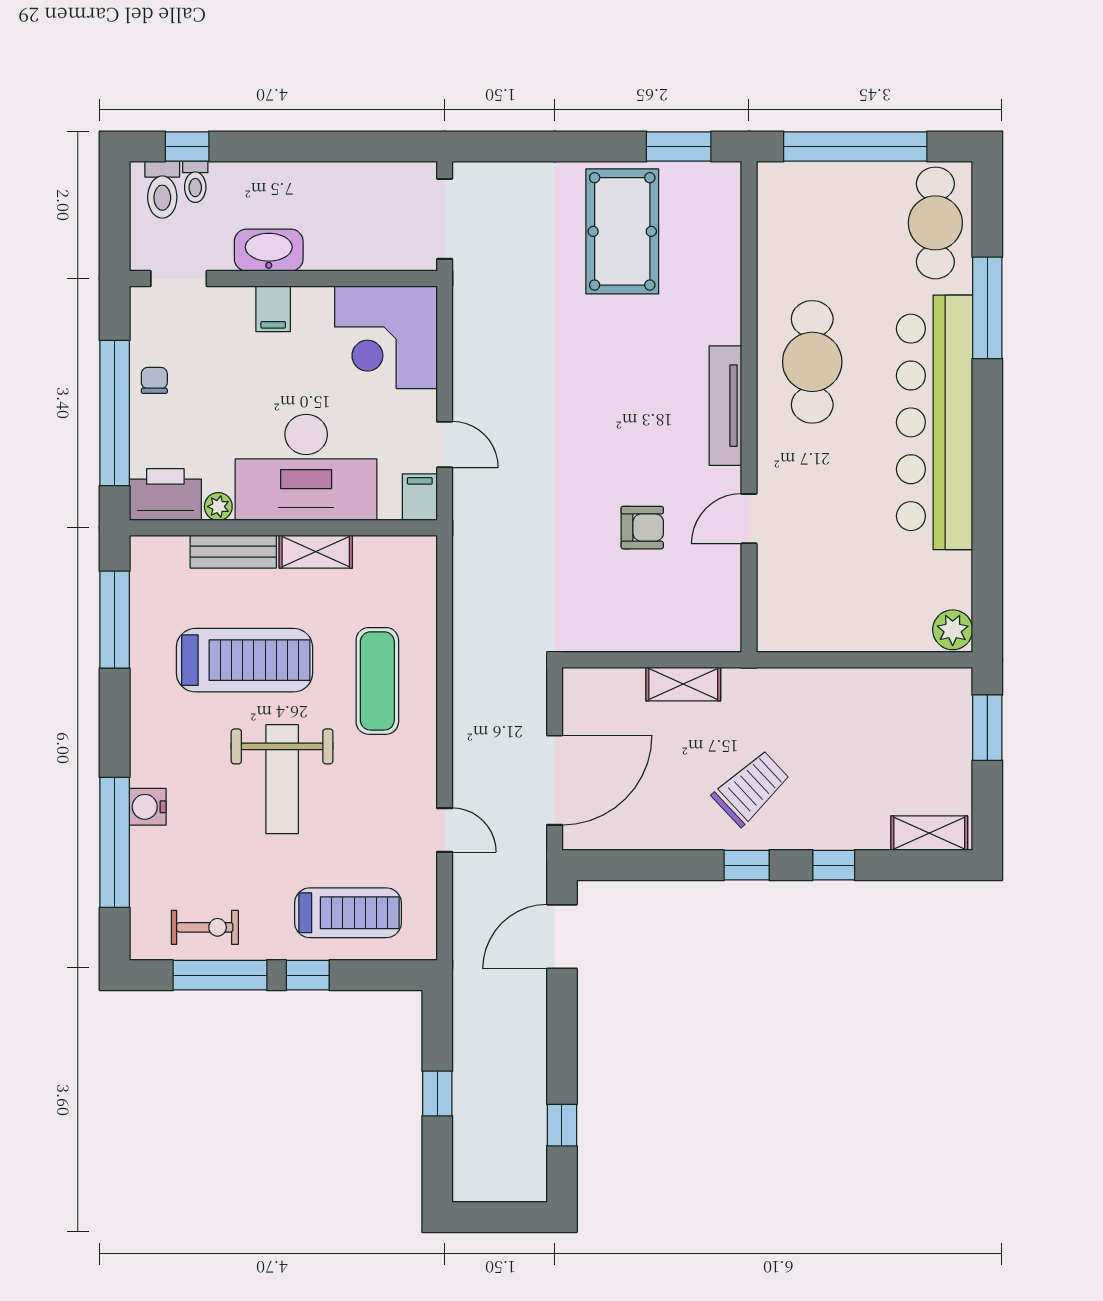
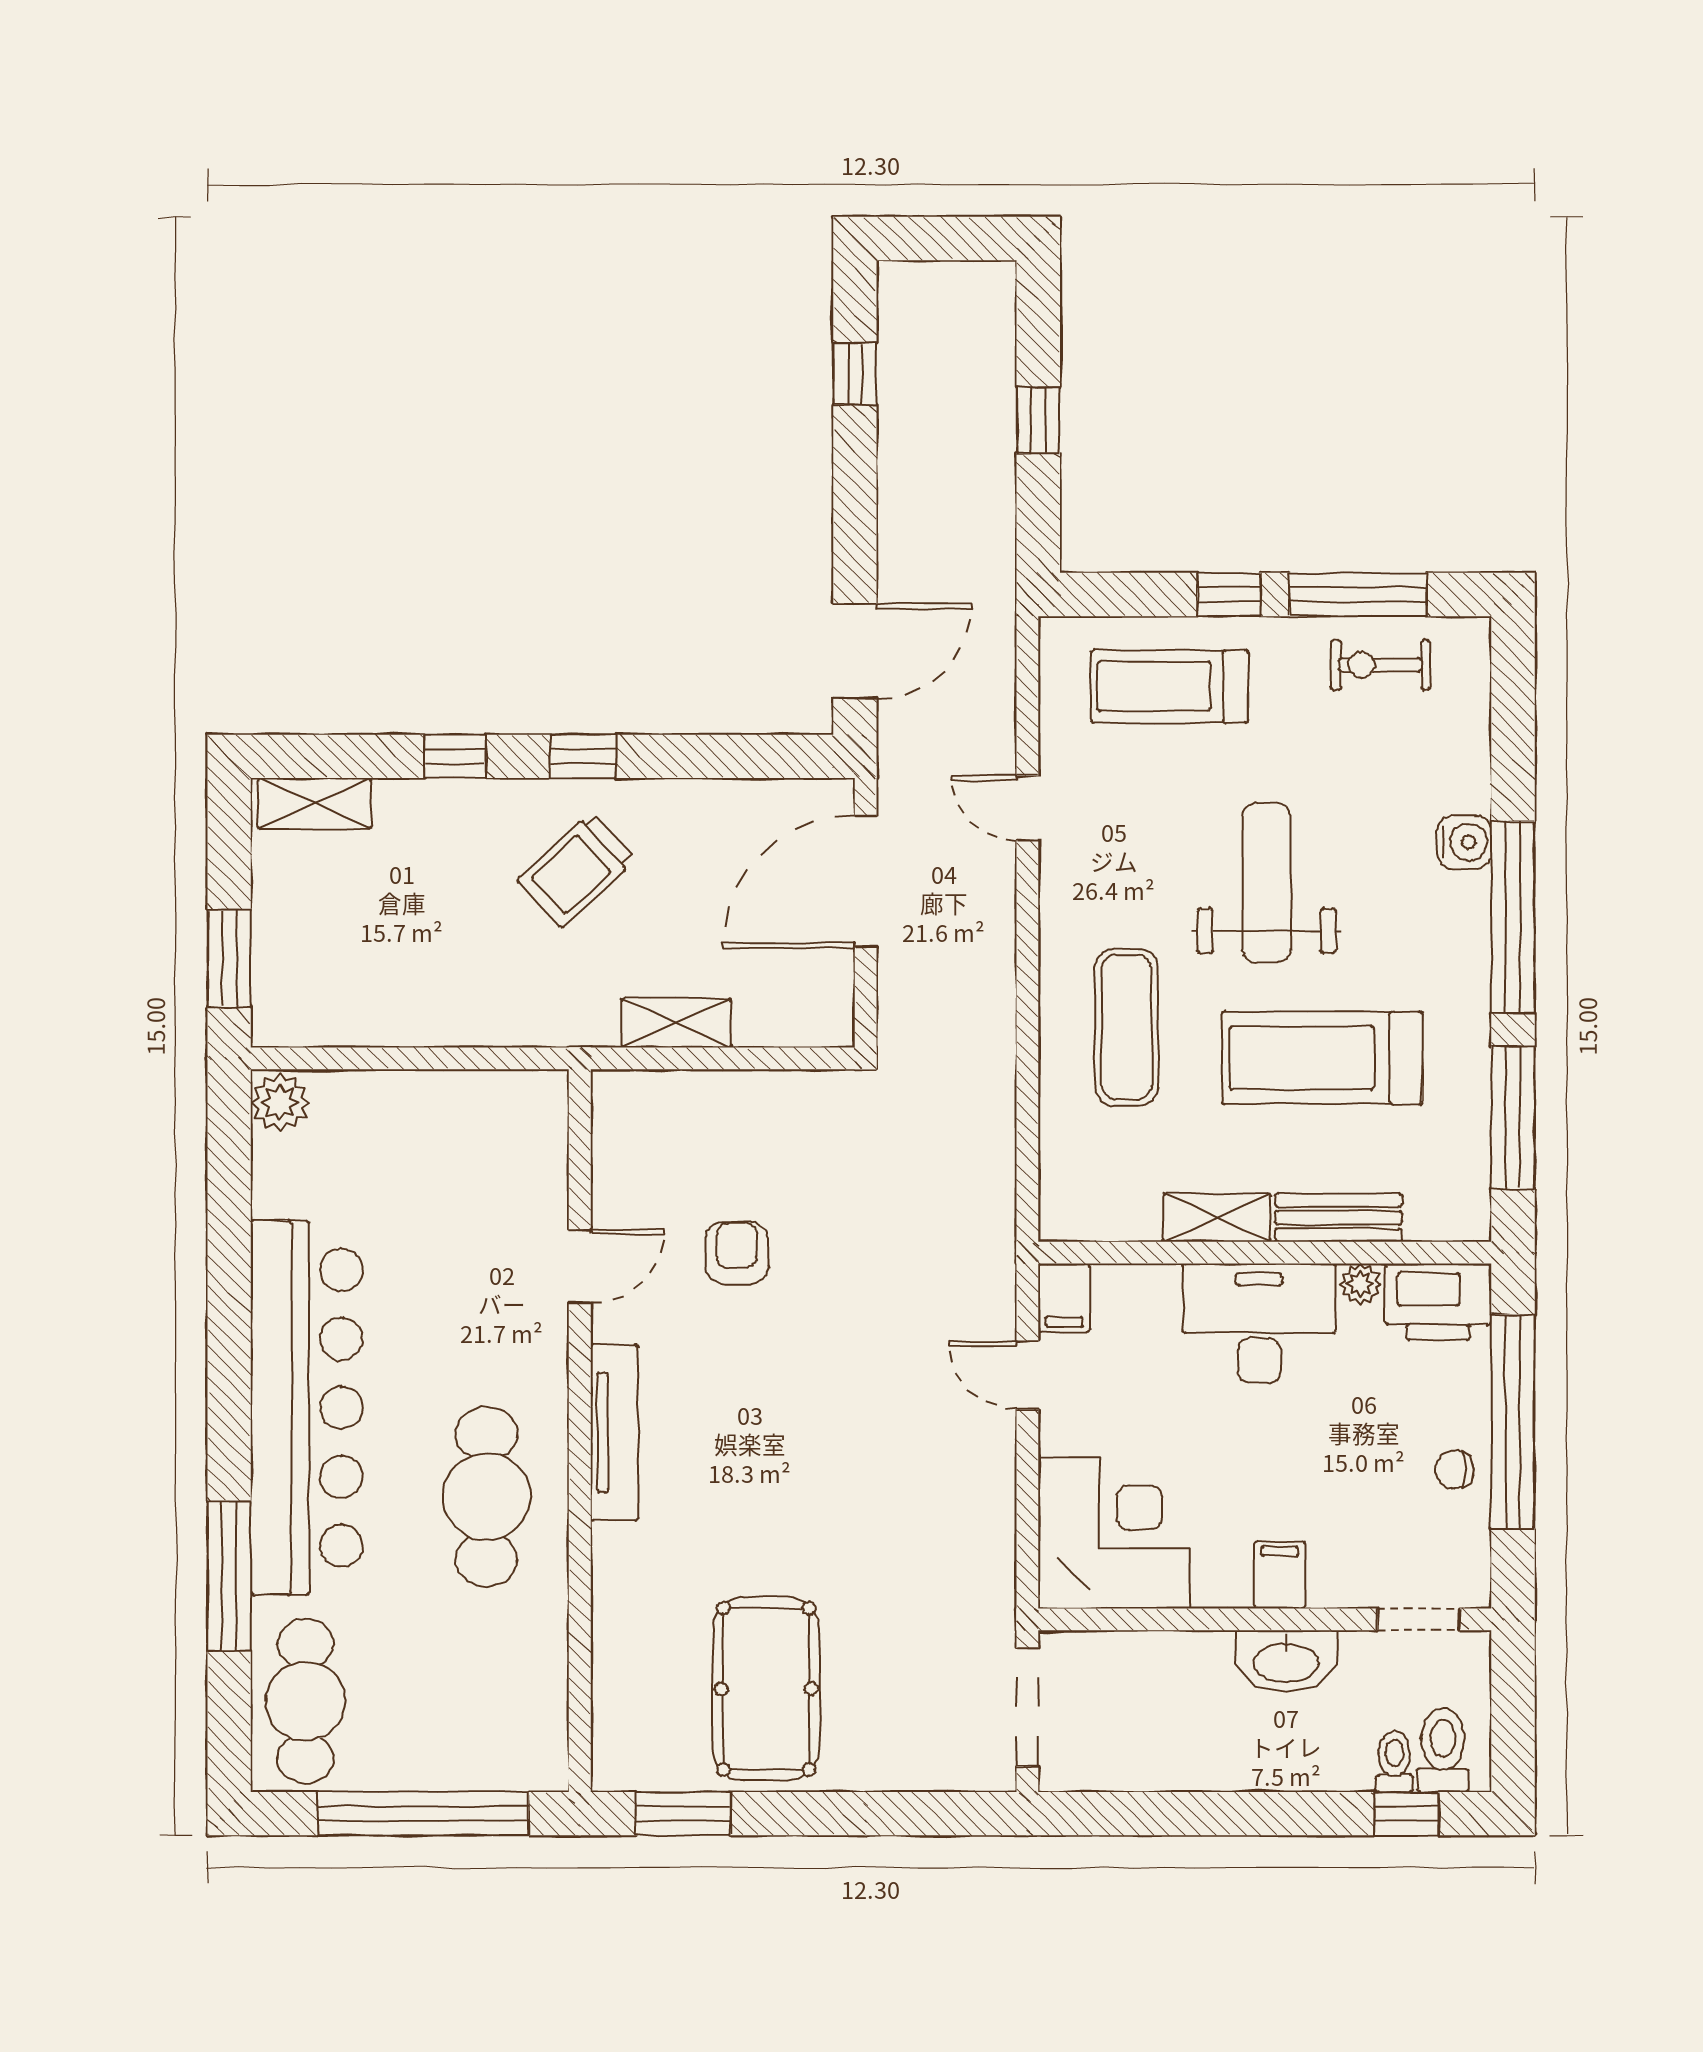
chair: (154, 380) -> (1455, 1469), turned 90
desk: (306, 467) -> (1259, 1323), width x0.73, depth x0.77
armchair: (642, 528) -> (737, 1253), turned 90
window: (115, 842) -> (1513, 917), moved

